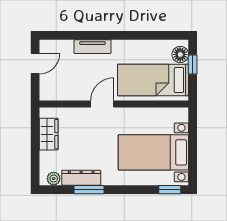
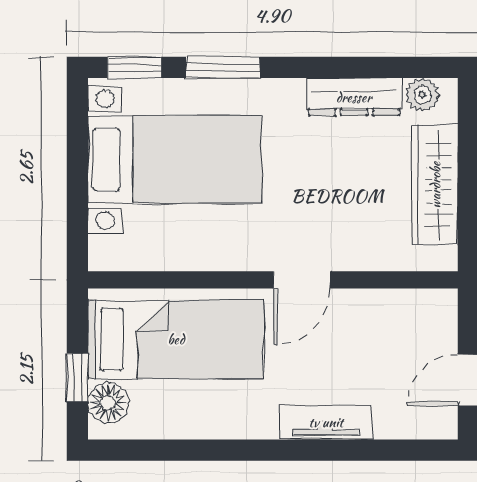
wardrobe: (49, 134) -> (435, 185), width x1.50
window: (89, 190) -> (223, 67), moved

